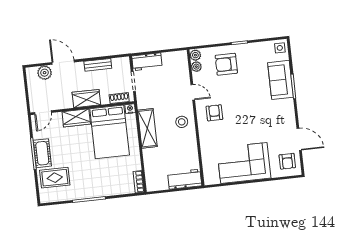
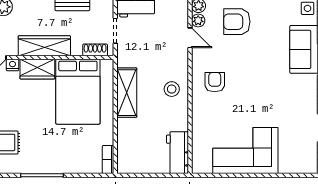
door: (193, 92) -> (190, 38), moved
wardrobe: (86, 99) -> (44, 46), width x1.50
nightstand: (130, 109) -> (13, 65), moved
armchair: (287, 161) -> (301, 154), removed
workbench: (185, 179) -> (177, 153), moved, turned -90

